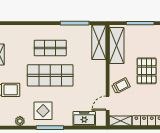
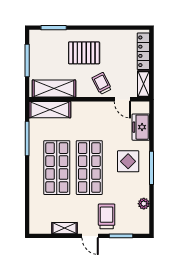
shop shelf: (50, 48) -> (57, 168), width x1.43, depth x1.36
display table: (43, 111) -> (128, 161), moved

